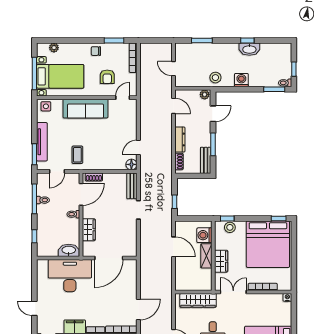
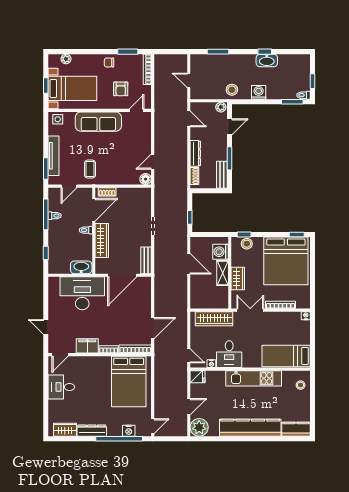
window: (34, 74) -> (46, 86), width x0.46
bench: (132, 186) -> (146, 260), moved
wardrobe: (89, 230) -> (102, 240), width x1.50

